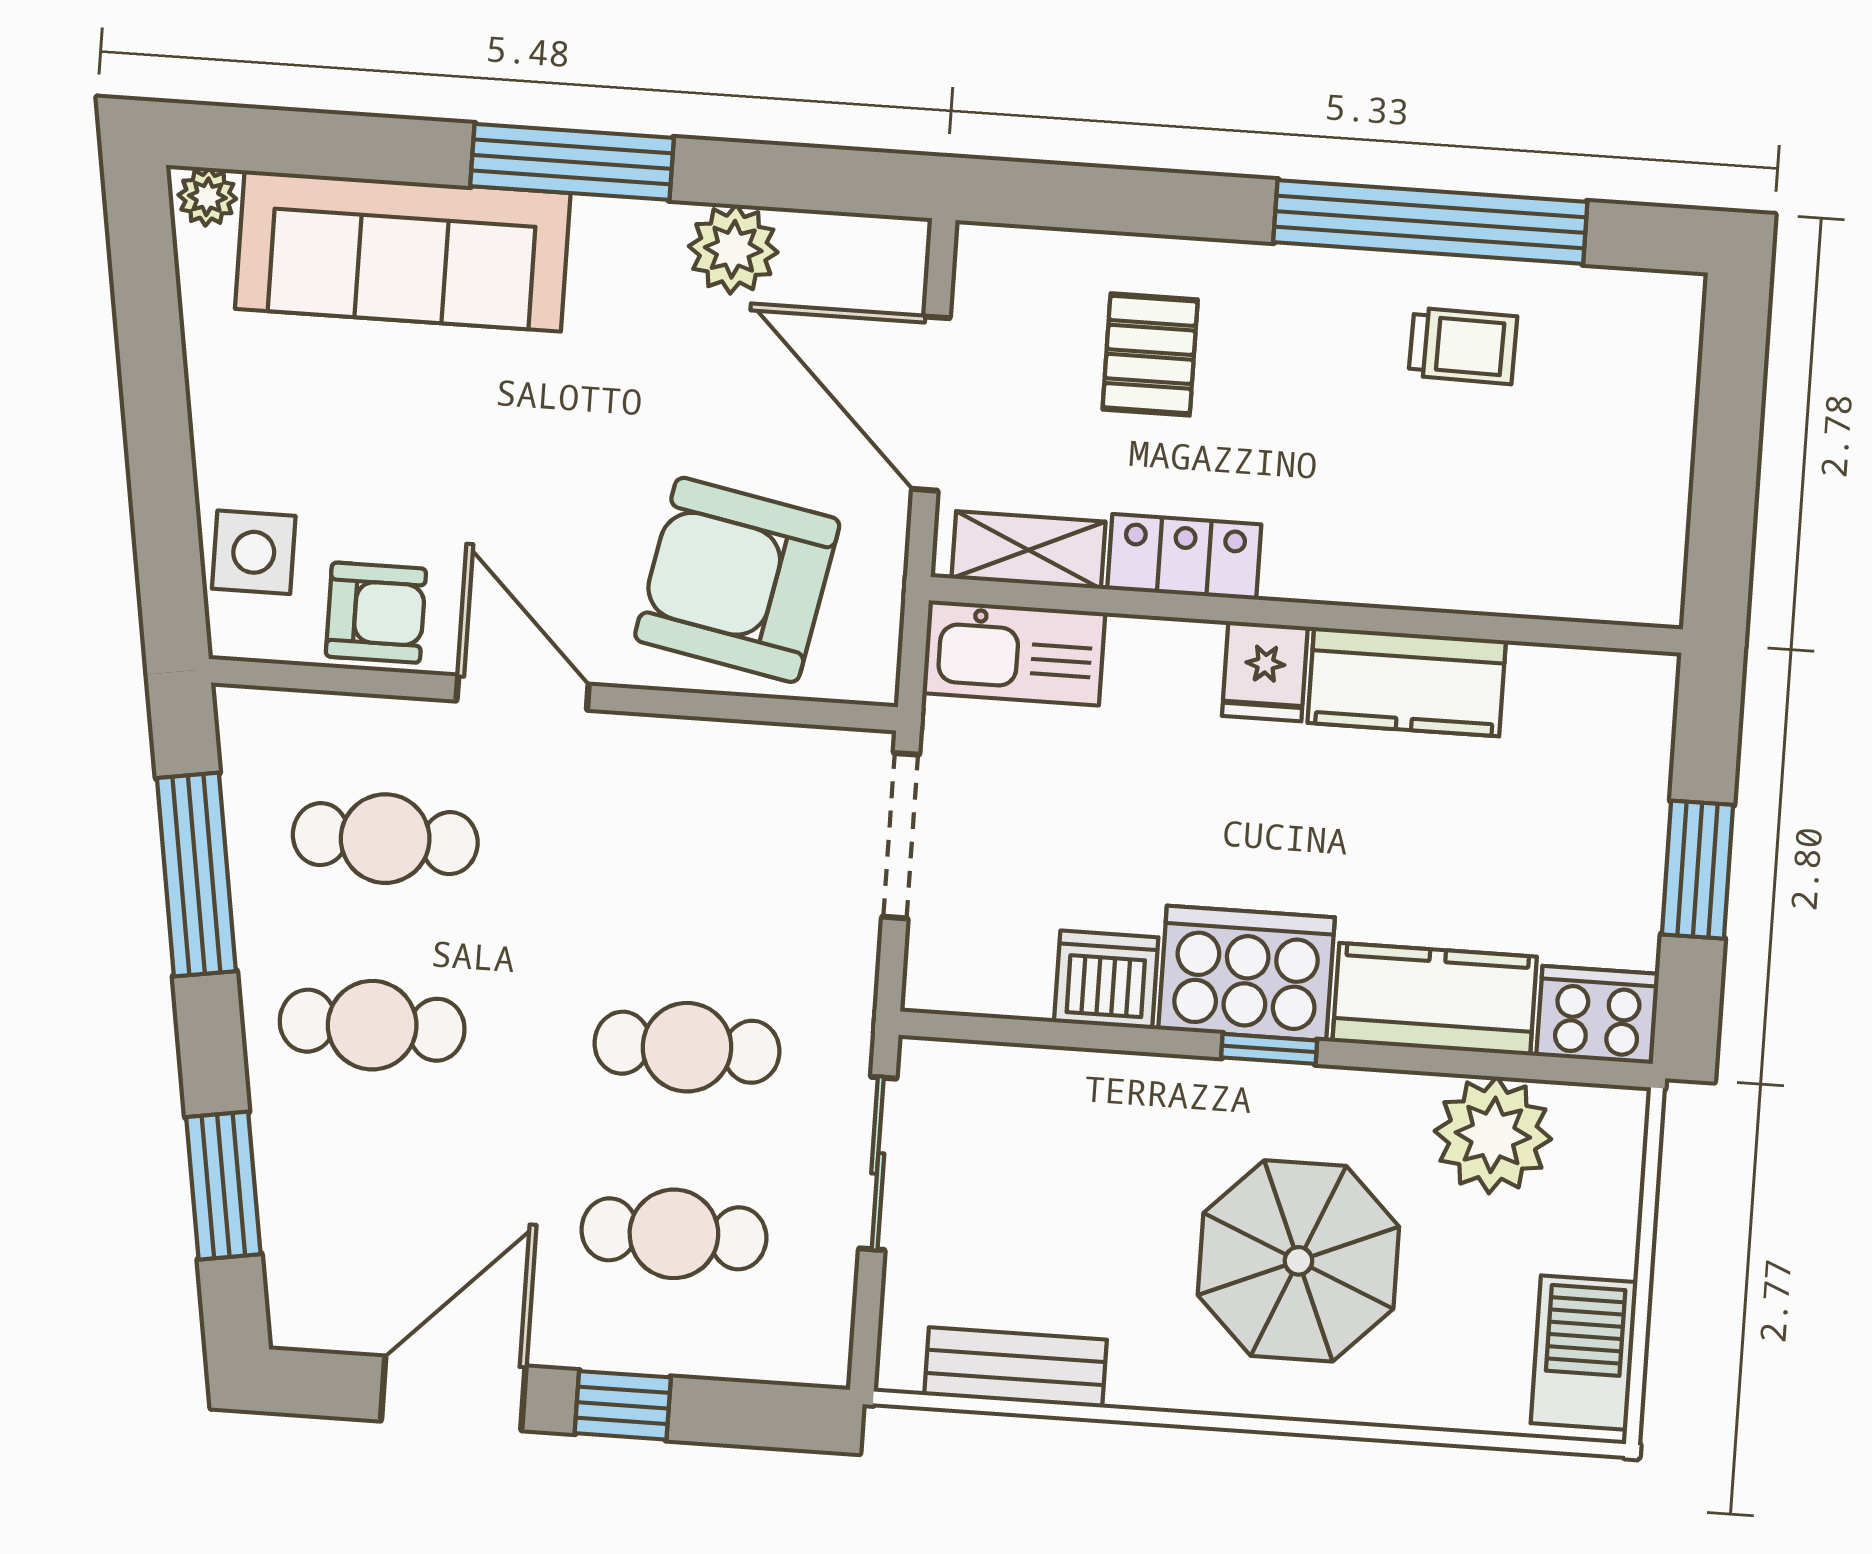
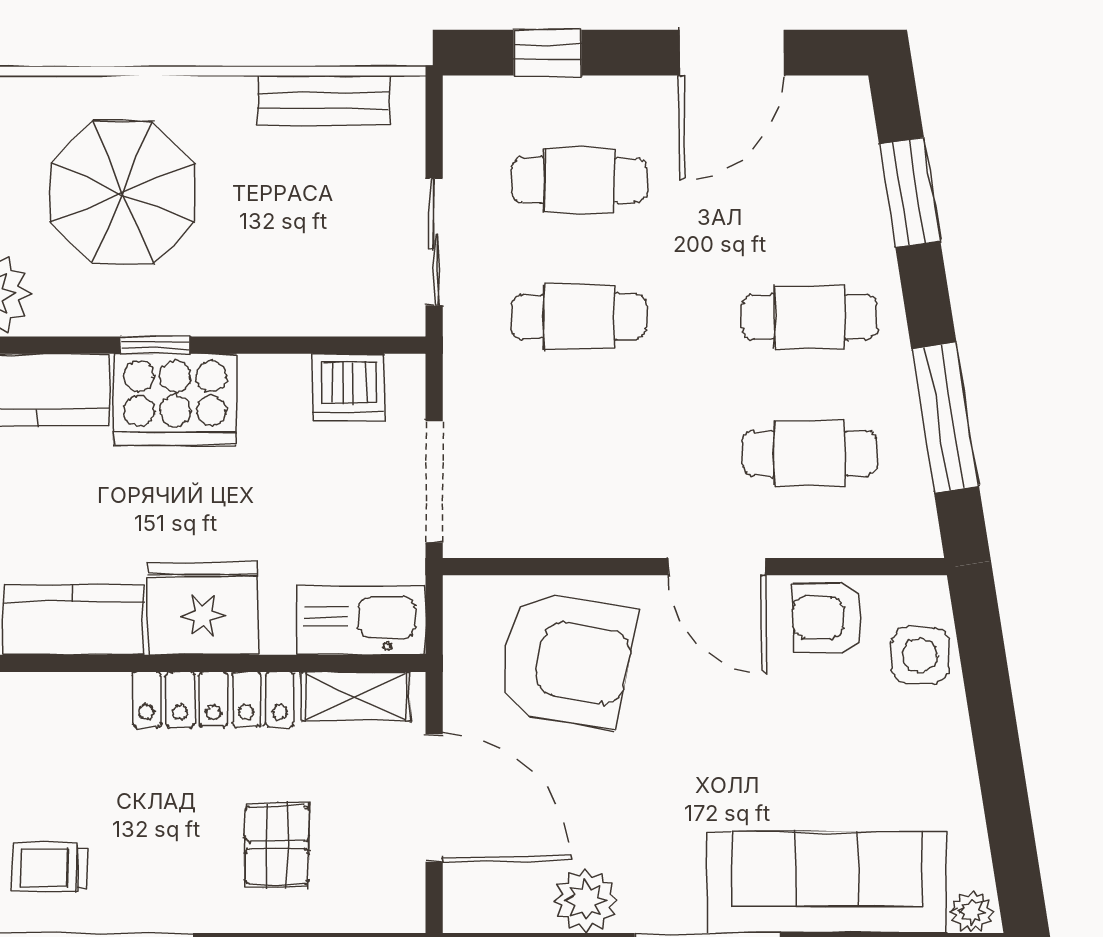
locker: (1184, 557) -> (213, 699), width x1.53
fridge: (1265, 671) -> (203, 608), width x1.88, depth x1.34
dishwasher: (1106, 980) -> (349, 387), moved
window: (623, 1405) -> (548, 53), moved

